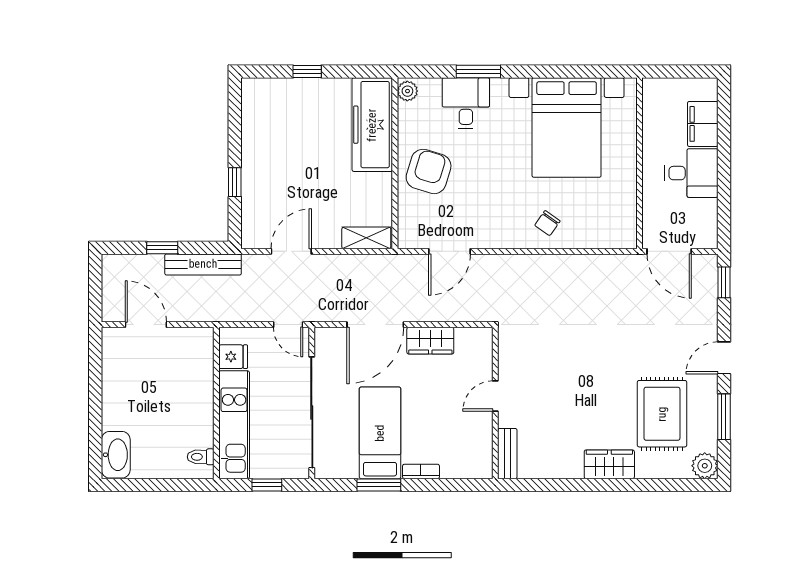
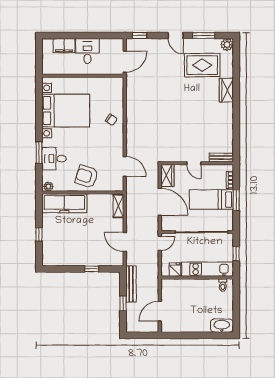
door: (495, 396) -> (194, 163), moved
wall: (495, 403) -> (197, 163), moved
bench: (507, 454) -> (221, 158), moved

